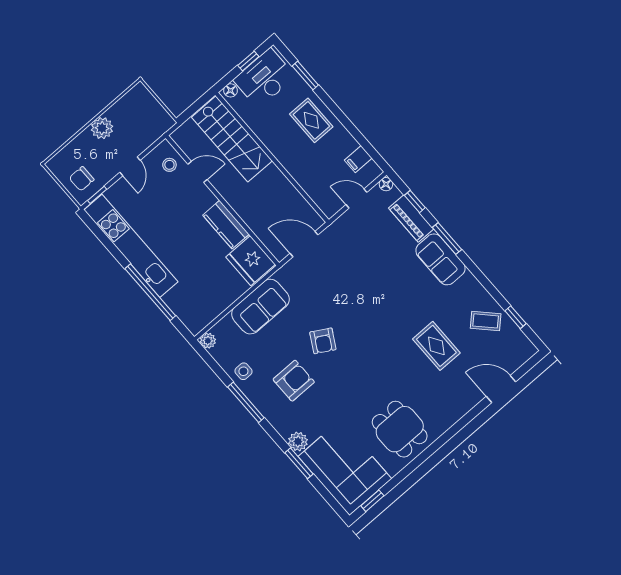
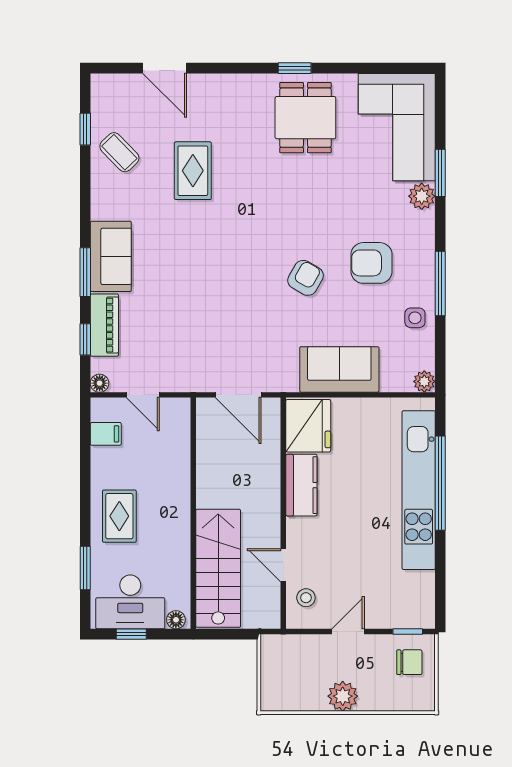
kitchen unit: (131, 246) -> (419, 490), moved
window: (372, 501) -> (295, 68), moved

